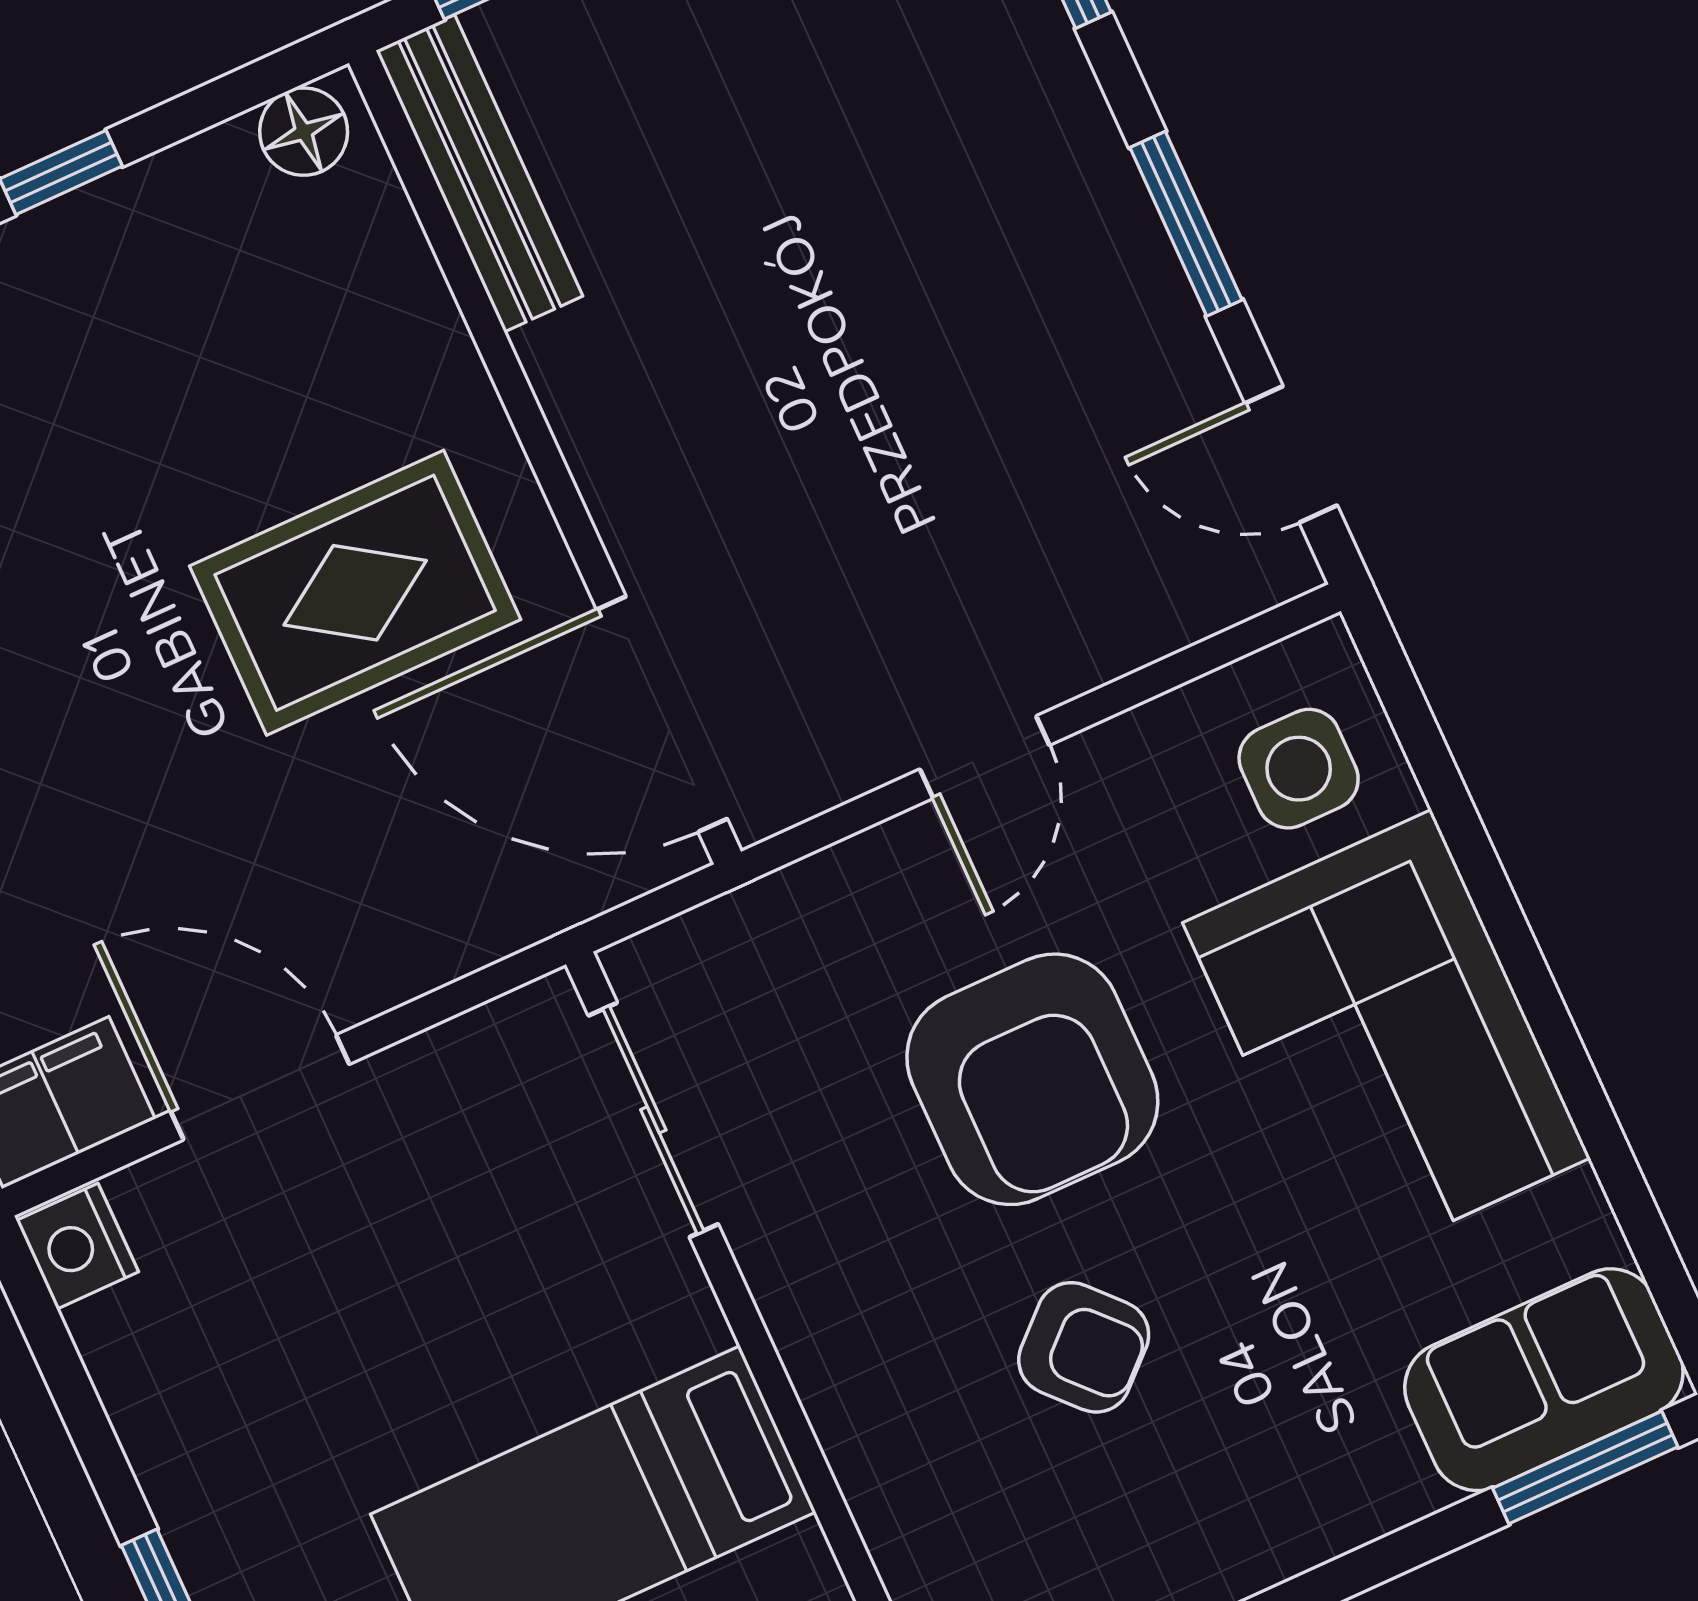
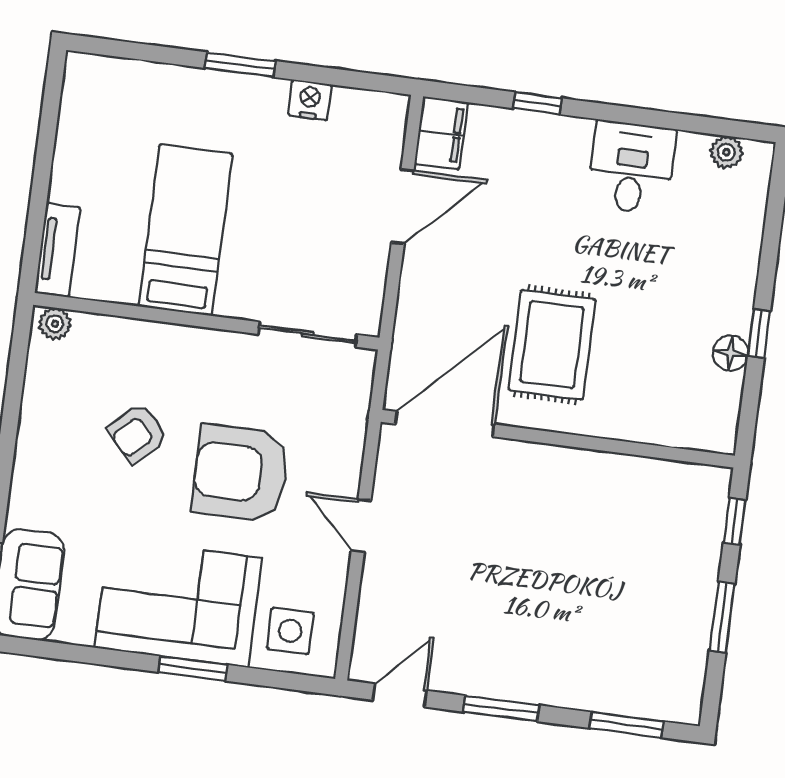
floor lamp: (304, 132) -> (731, 353), moved
bench: (479, 173) -> (669, 477), removed
window: (1505, 924) -> (193, 668), added
nightstand: (77, 1246) -> (310, 100), moved

